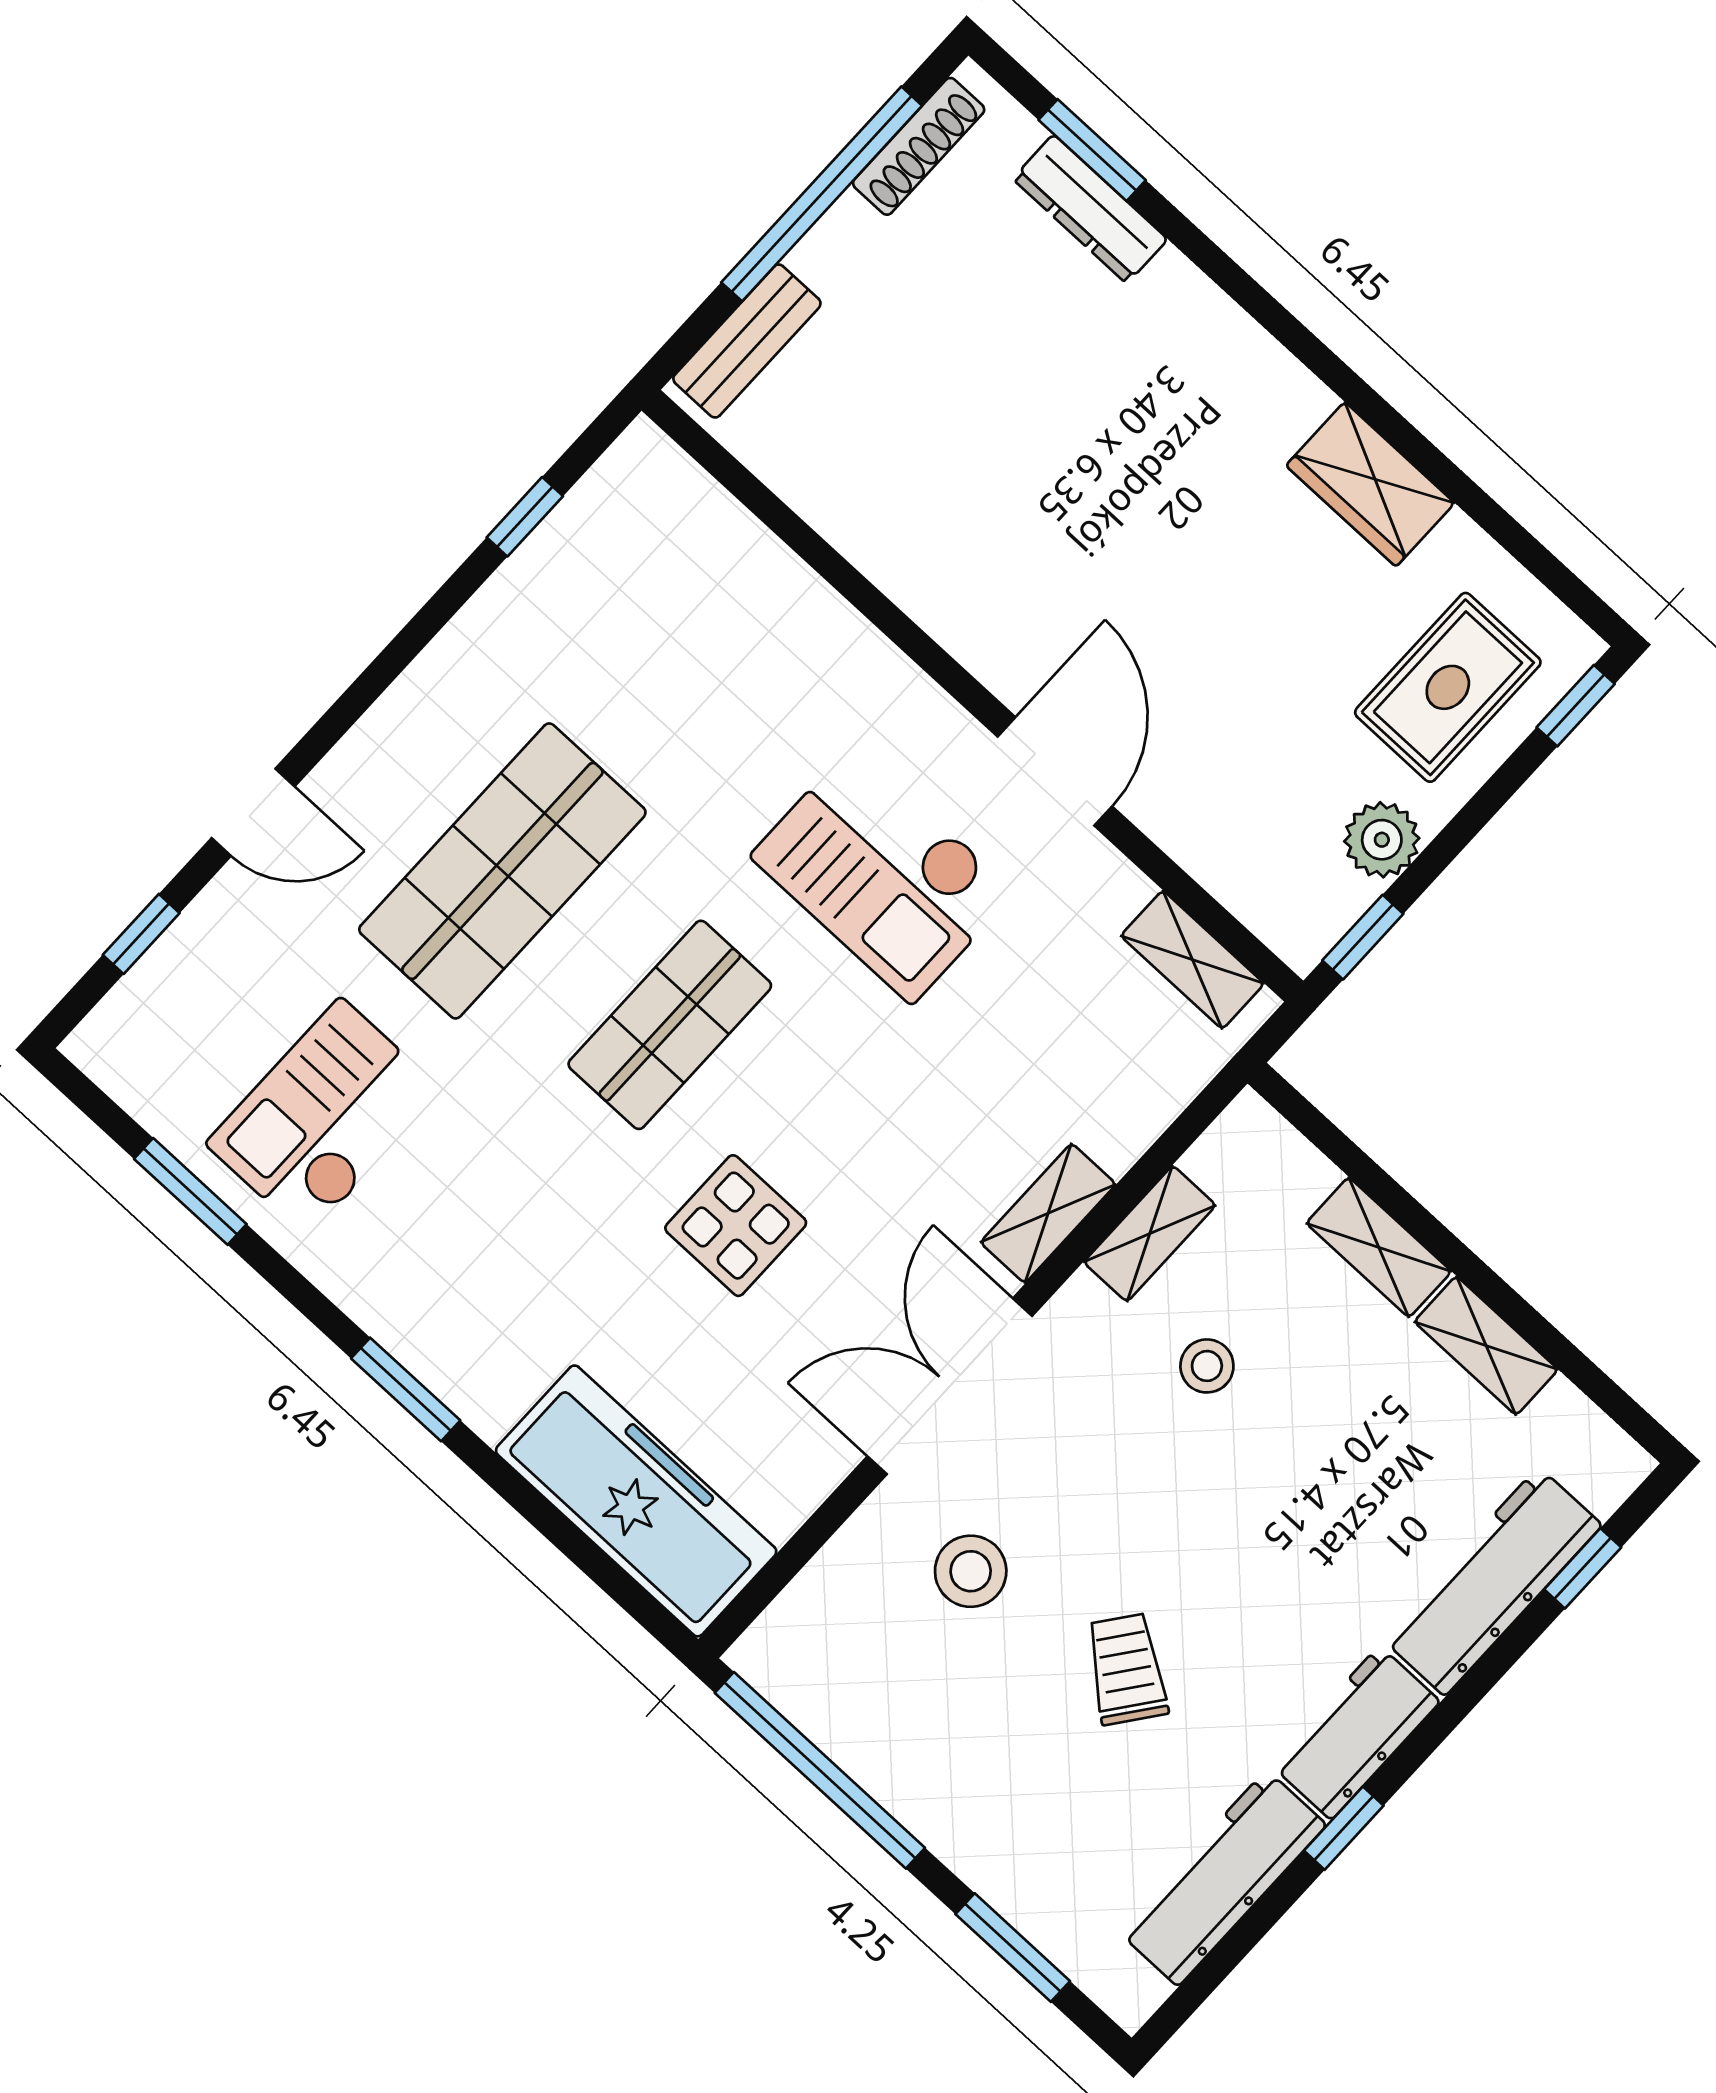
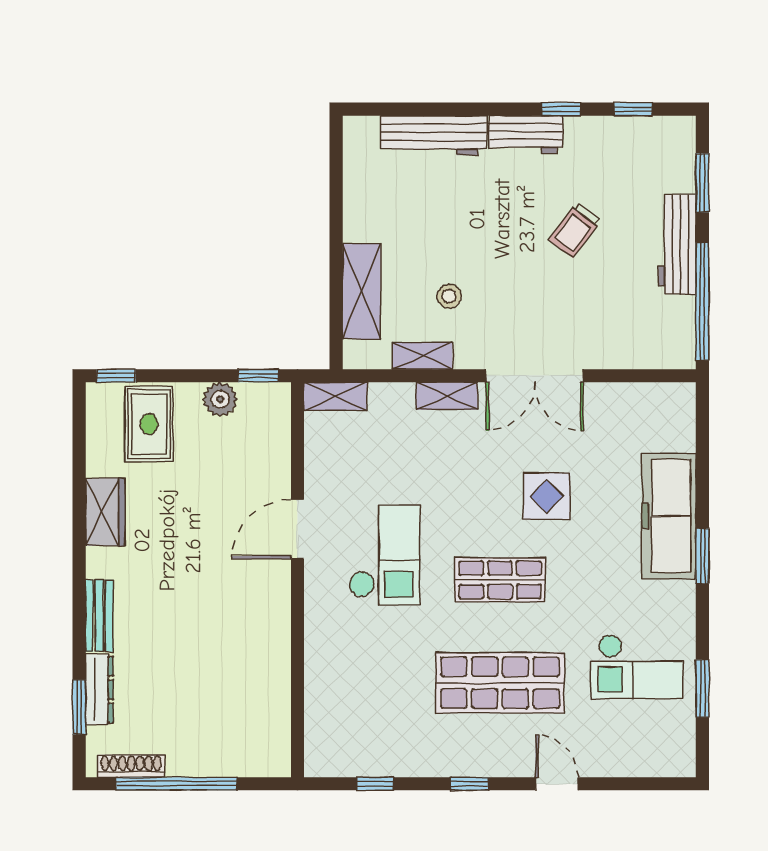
bench: (747, 341) -> (99, 616), moved, turned 90
rug: (1448, 687) -> (149, 424), turned 90
window: (141, 934) -> (470, 784), moved
shelving: (1192, 960) -> (335, 396), moved, turned 90
shelving: (1379, 1247) -> (362, 291), width x1.50, depth x1.33
shelving: (1486, 1346) -> (357, 209), removed
freezer: (636, 1501) -> (669, 516), moved
window: (1583, 1568) -> (633, 109), moved
stool: (971, 1571) -> (590, 312), removed
workbench: (1222, 1878) -> (677, 244), moved, turned 90

